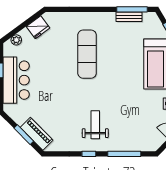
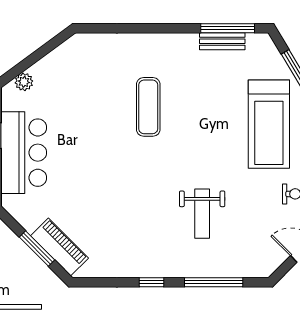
fridge: (38, 27) -> (62, 60), removed
exercise mat: (87, 54) -> (148, 107), width x0.73, depth x0.69
weight bench: (95, 125) -> (202, 214), moved, turned 180

